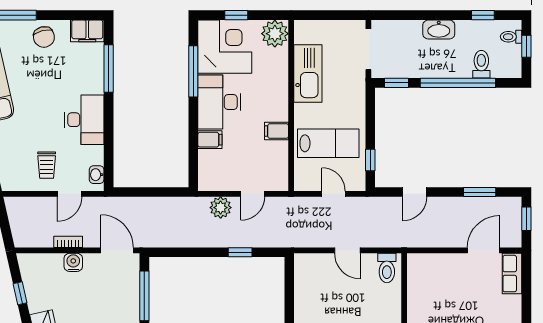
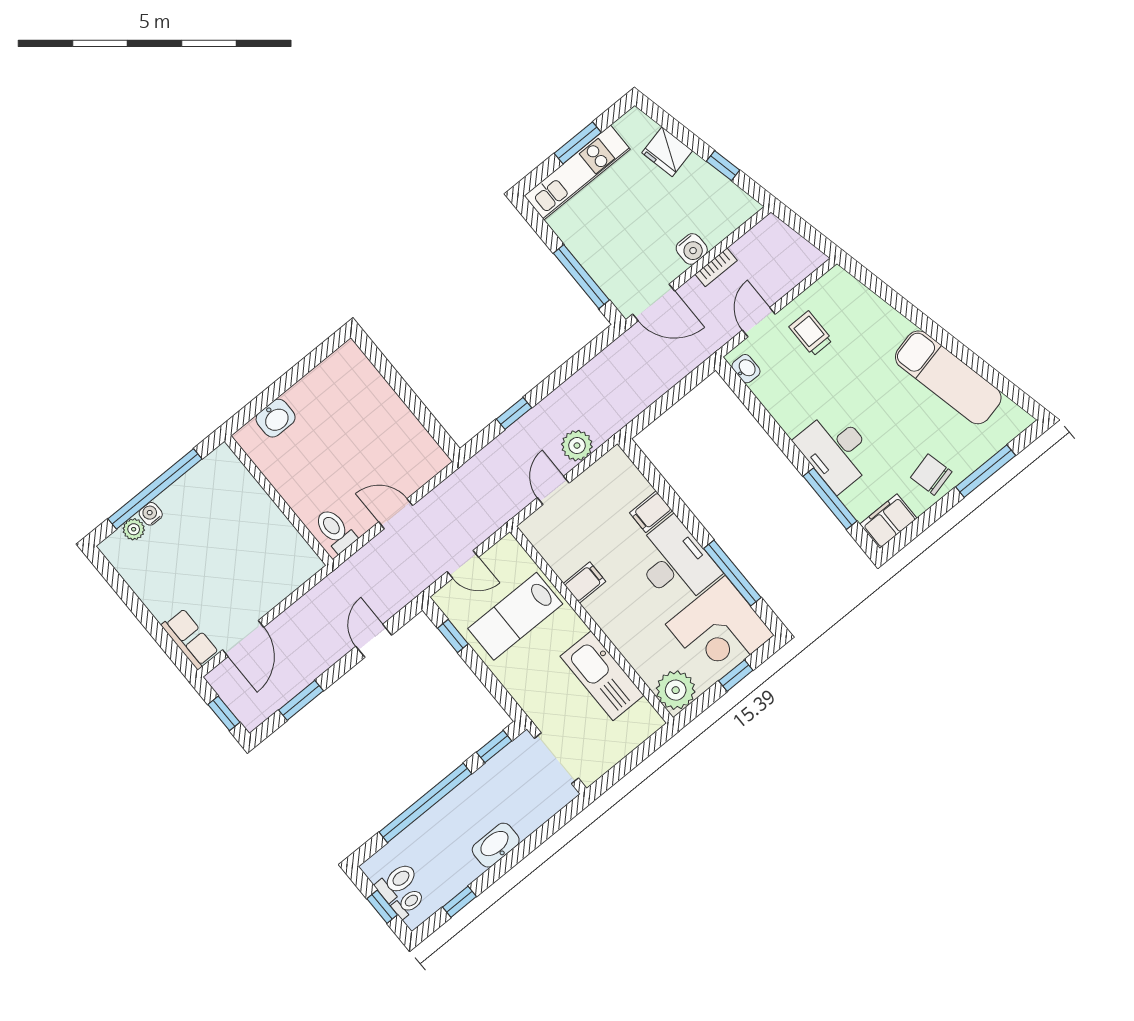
toilet: (481, 64) -> (397, 882), moved, turned -90
desk: (84, 120) -> (836, 450), moved

